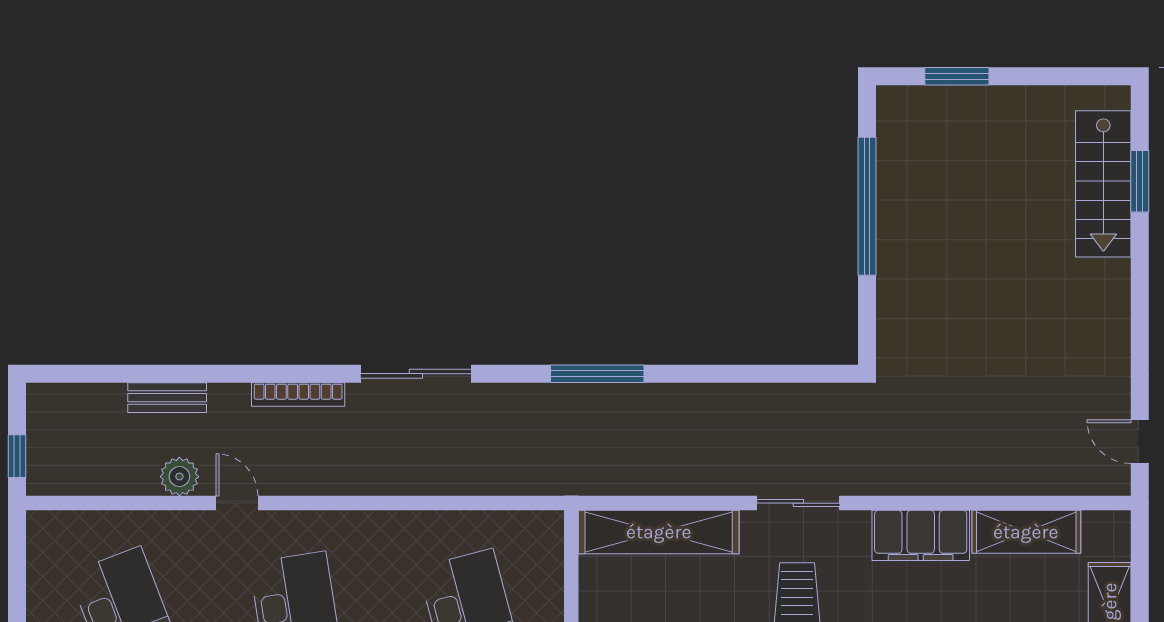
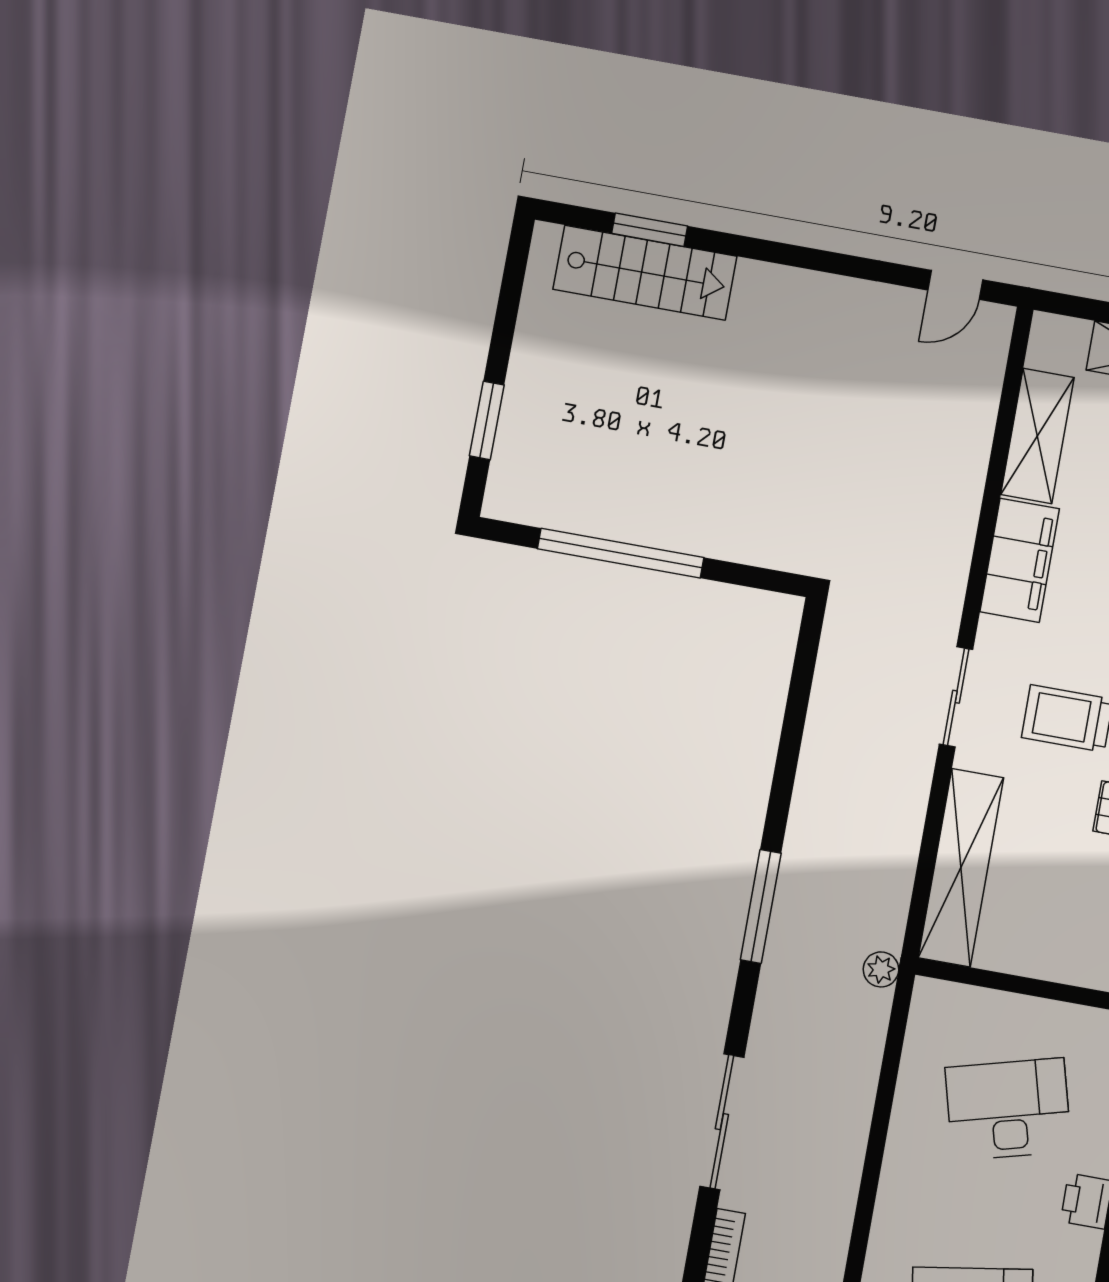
plant: (563, 481) -> (881, 969), added

